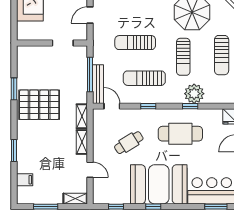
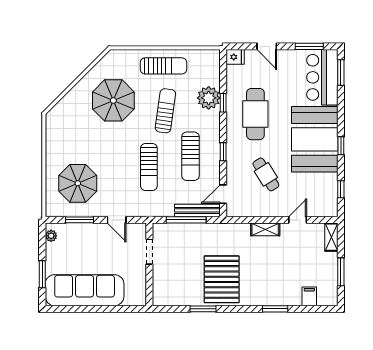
sun lounger: (183, 57) -> (165, 111), turned -82
shelving: (82, 116) -> (235, 229), removed

